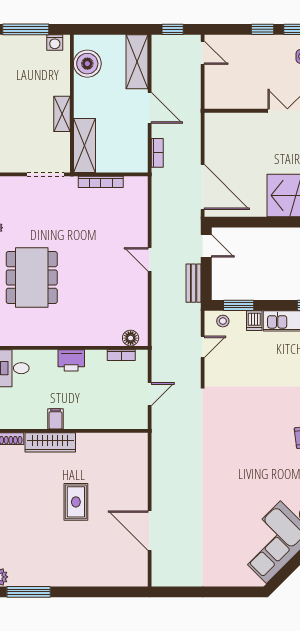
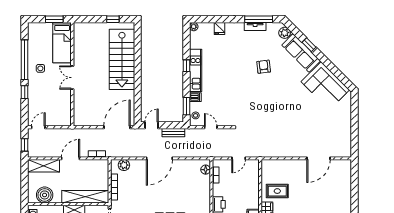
shelving: (84, 146) -> (85, 197), width x1.47
plant: (138, 199) -> (124, 165), added
door: (150, 259) -> (159, 158), width x1.88
door: (150, 394) -> (239, 158), swing flipped
rug: (76, 502) -> (277, 191), moved

